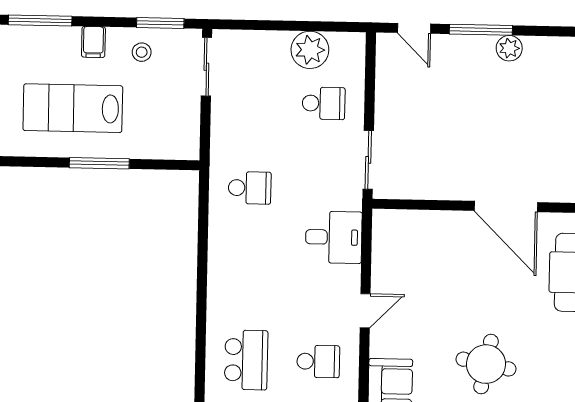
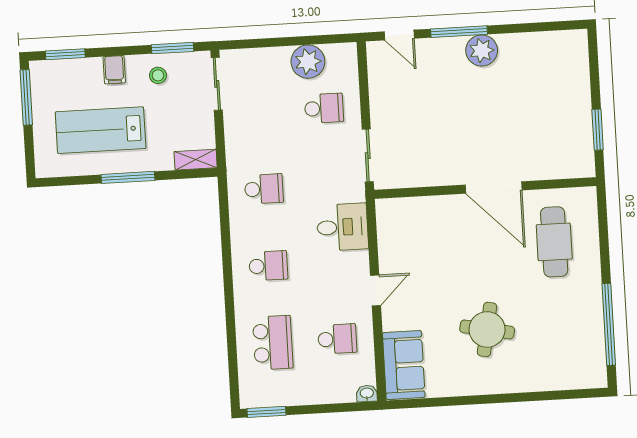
window: (40, 20) -> (65, 54), width x0.69
plant: (509, 48) -> (482, 50), width x1.36, depth x1.36
shelving: (176, 149) -> (196, 160), added
school desk: (248, 274) -> (268, 266), added

